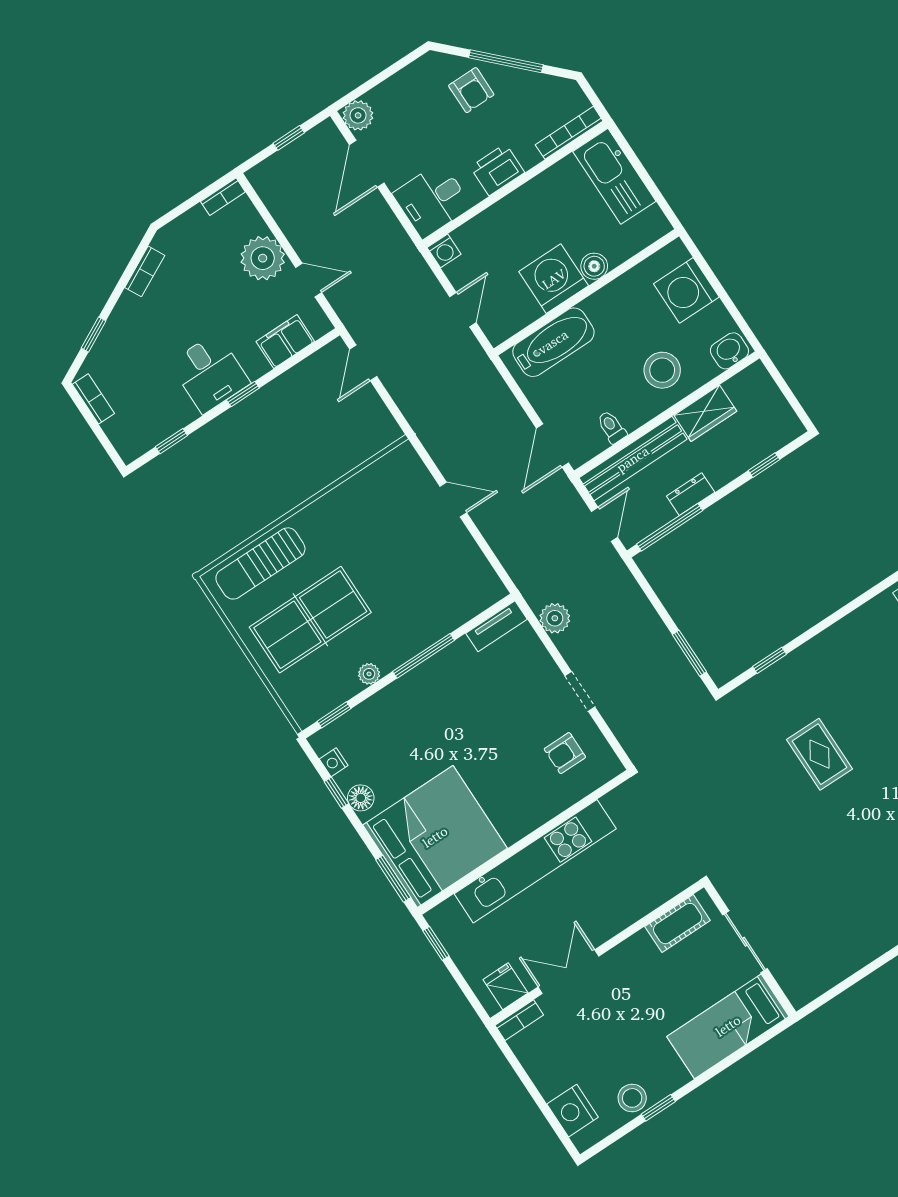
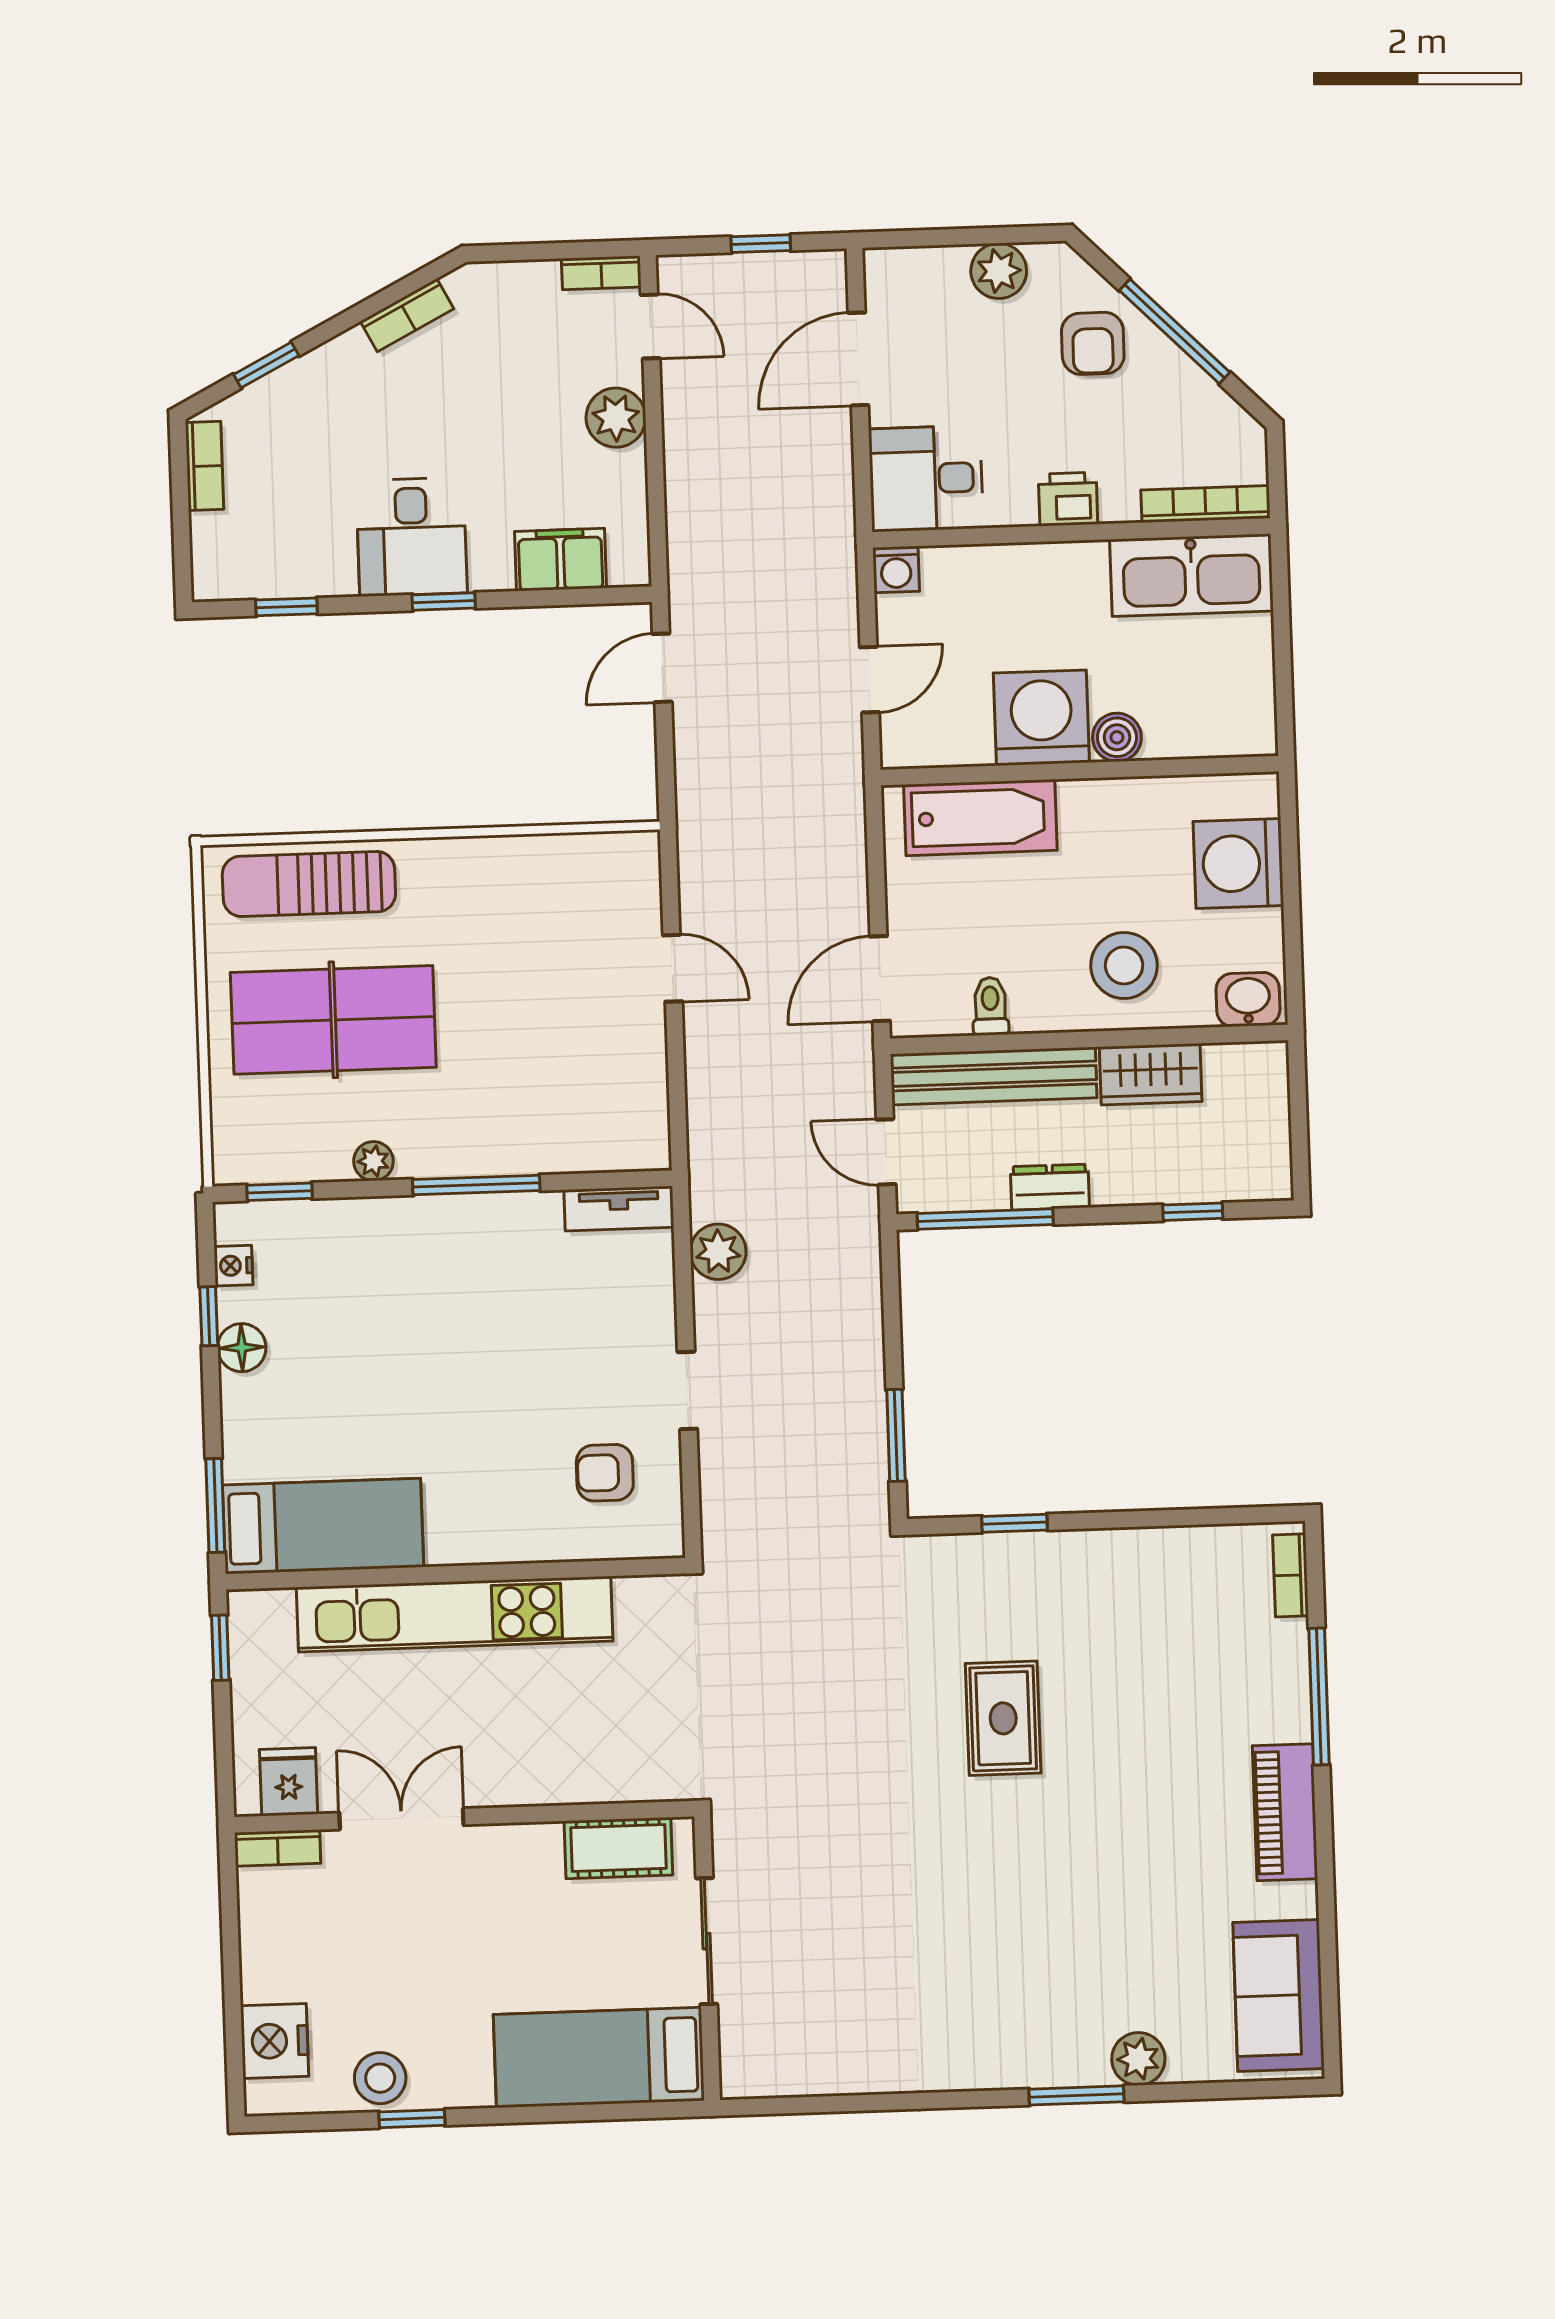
plant: (358, 115) -> (999, 271), moved
printer: (497, 170) -> (1068, 499), width x0.73, depth x0.81
kitchen sink: (614, 176) -> (1191, 575), moved, turned -90
plant: (263, 258) -> (616, 418), width x0.73, depth x0.73
door: (309, 280) -> (650, 326), moved
door: (604, 524) -> (886, 1152), swing flipped
bed: (435, 837) -> (323, 1526), width x0.49

